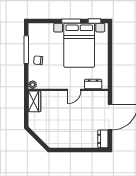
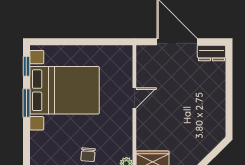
dresser: (93, 84) -> (125, 68), removed
door: (74, 90) -> (134, 98), hinge flipped

